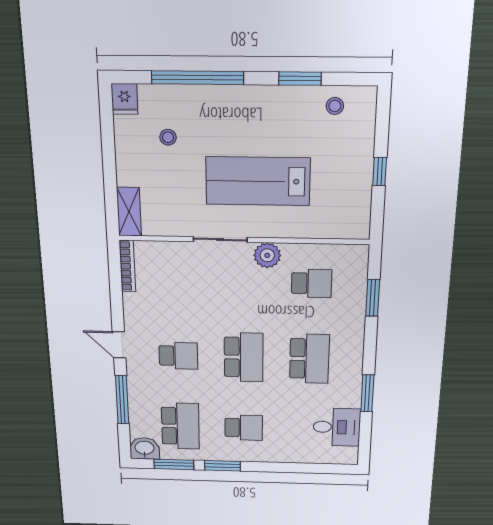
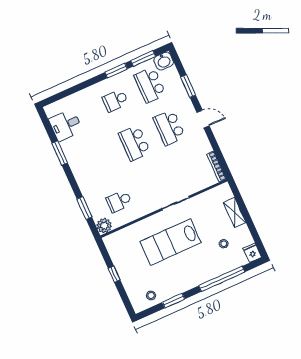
lab bench: (258, 181) -> (171, 242), turned 180
shelving: (129, 212) -> (235, 212), moved
plant: (267, 255) -> (104, 226), moved
school desk: (178, 356) -> (169, 127), width x1.85
school desk: (309, 359) -> (100, 159), removed
window: (122, 400) -> (188, 86), width x0.69

